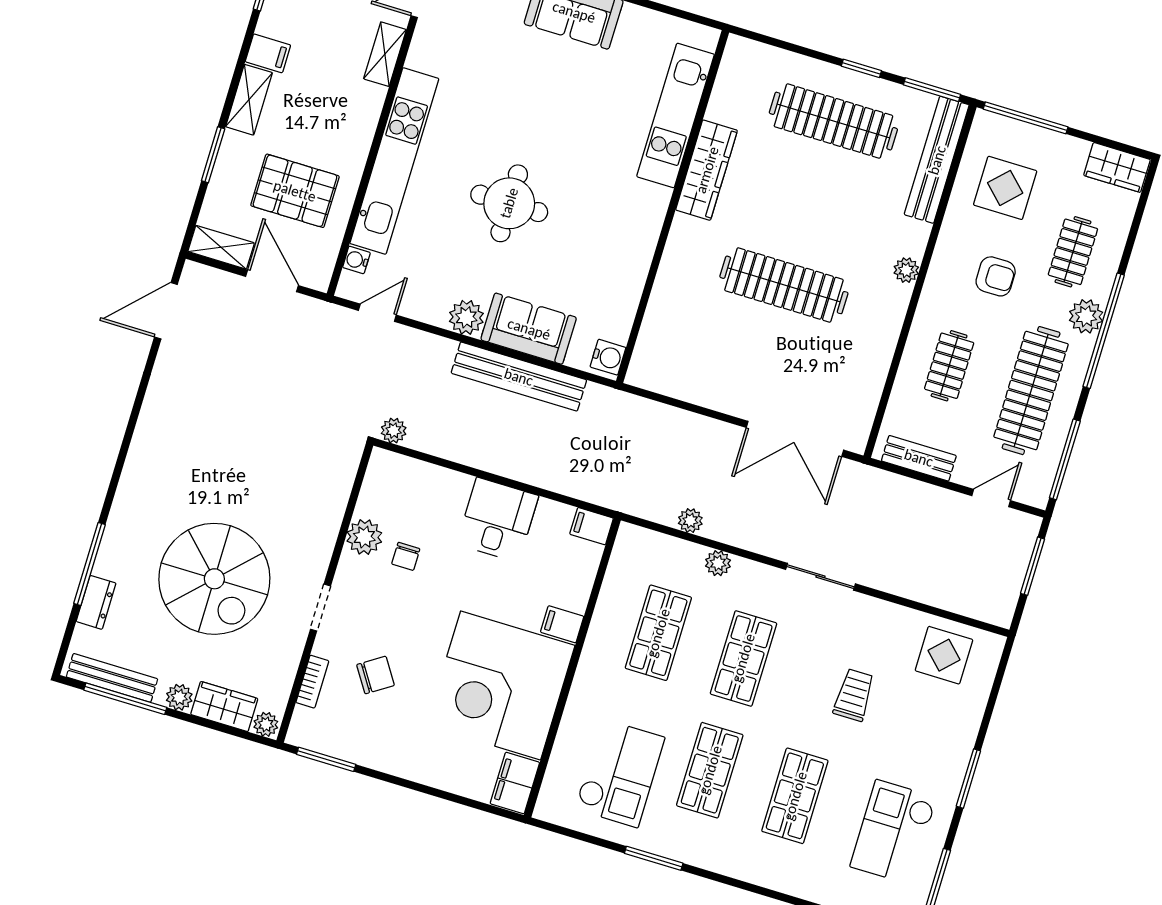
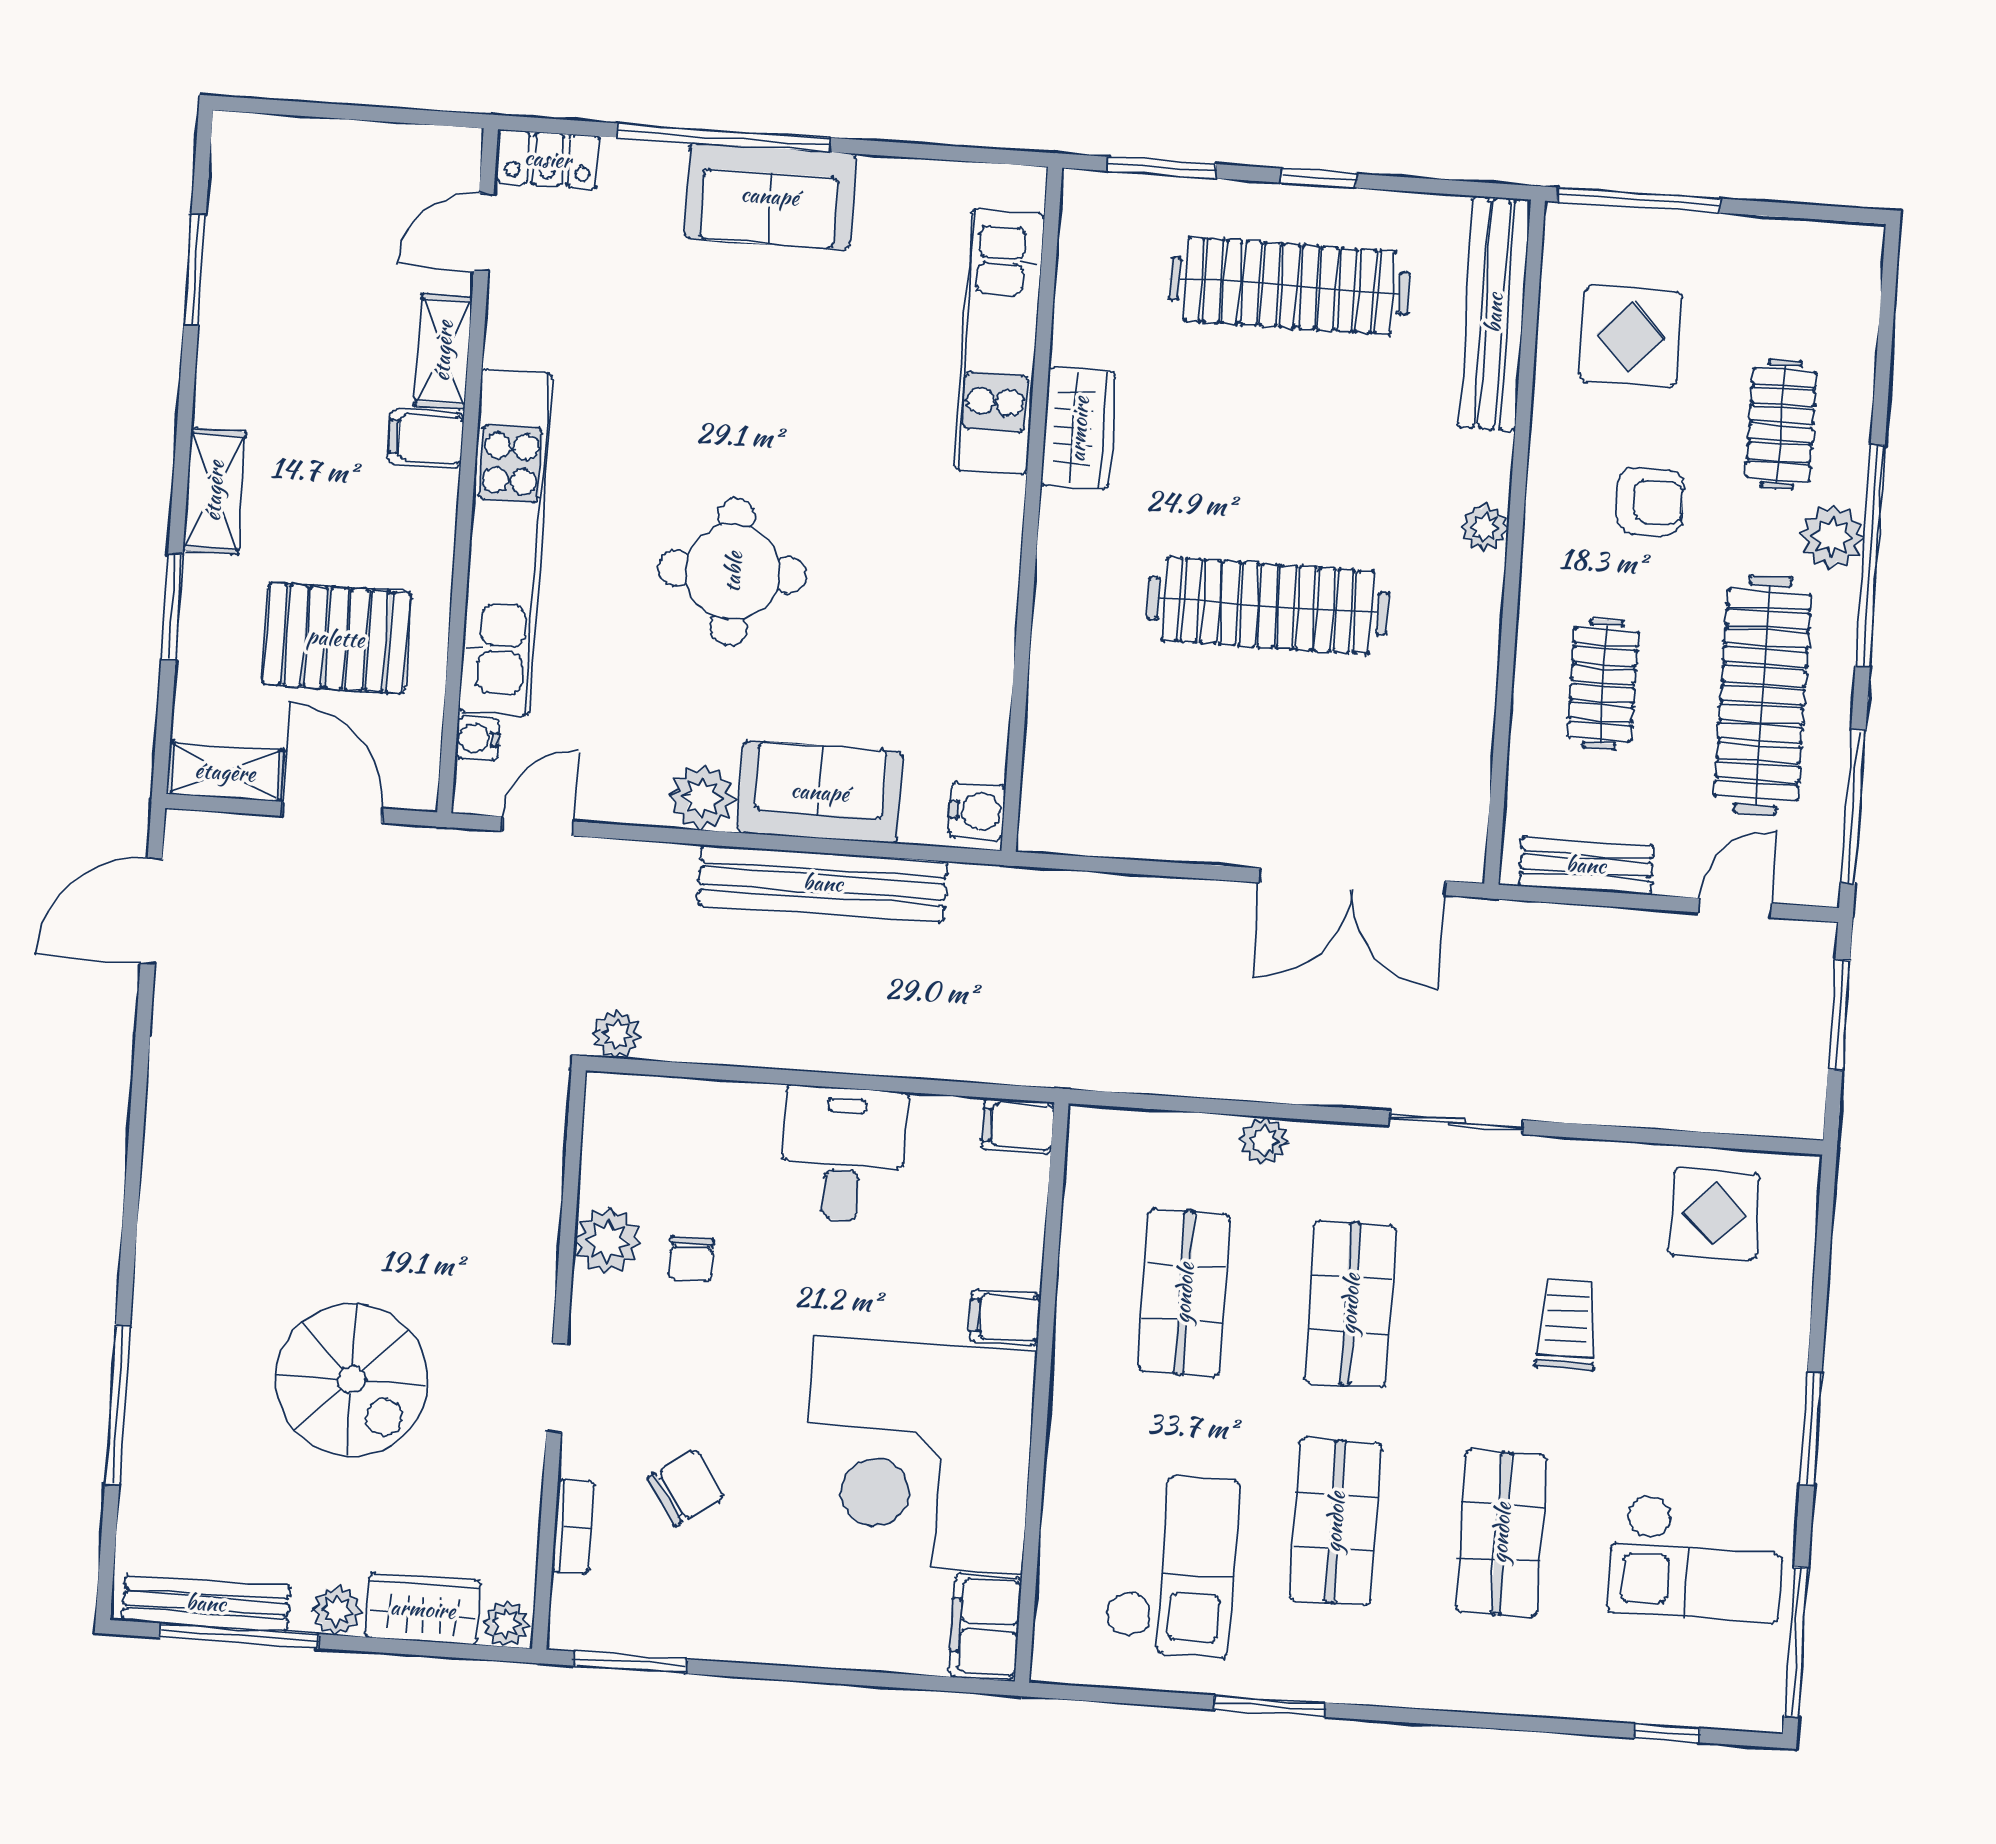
filing cabinet: (268, 53) -> (426, 438), moved, turned 180
window: (932, 90) -> (1162, 167), moved
wardrobe: (1117, 167) -> (1826, 252), removed
wardrobe: (707, 170) -> (1079, 429), width x0.67
plant: (690, 521) -> (1195, 1075), removed
spiral stairs: (214, 579) -> (351, 1380), width x0.73, depth x0.73
dresser: (96, 602) -> (145, 1472), removed
checkout: (893, 832) -> (1696, 1558), turned -90

